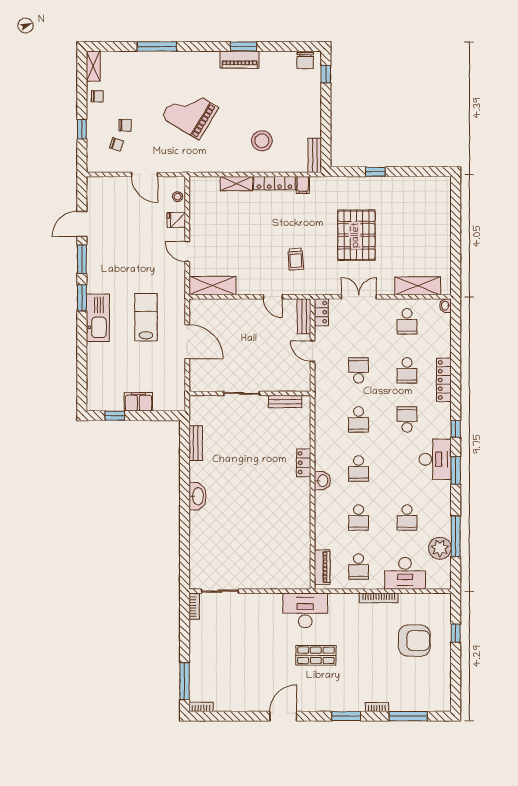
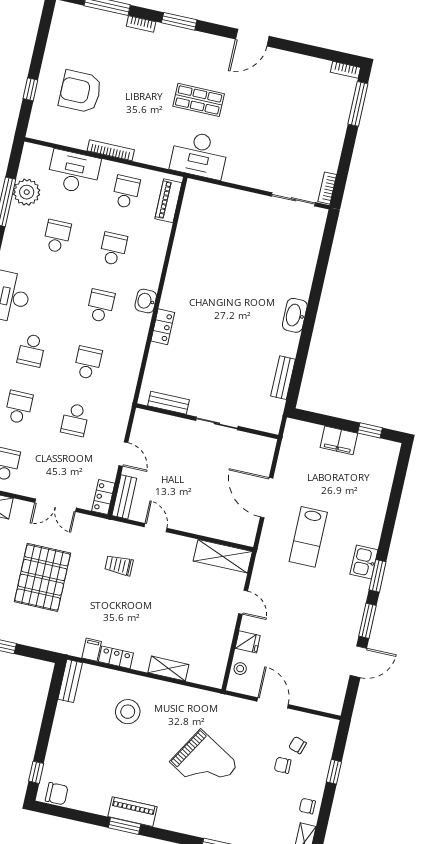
chair: (305, 61) -> (57, 794), turned 90
locker: (274, 183) -> (116, 657), width x0.66
trolley: (296, 259) -> (119, 565), turned -86
kitchen sink: (98, 318) -> (364, 562), width x0.53, depth x0.81

